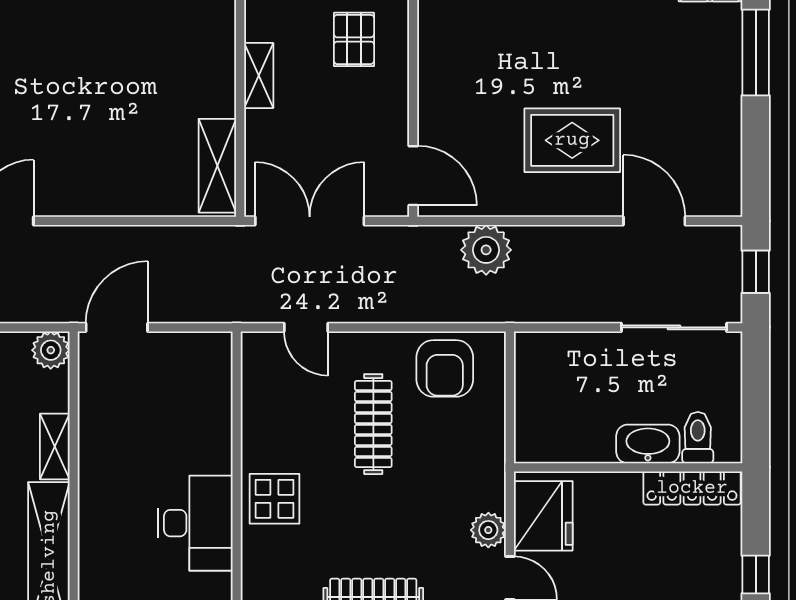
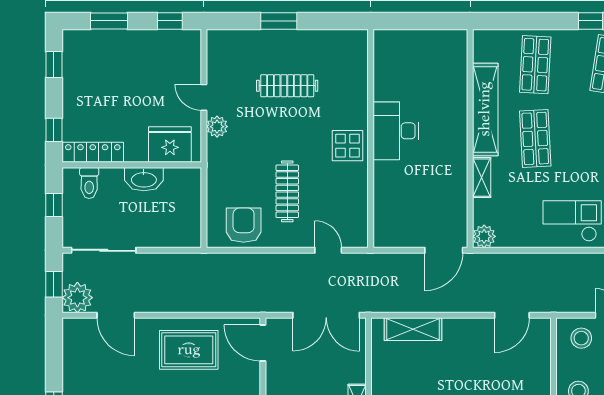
rug: (572, 140) -> (189, 350), moved
shelving: (217, 166) -> (413, 329), moved, turned 90
plant: (486, 250) -> (77, 298), moved
window: (756, 401) -> (54, 205), added
washbasin: (648, 444) -> (144, 179), moved
fridge: (543, 516) -> (170, 144), moved, turned 90
window: (756, 575) -> (54, 130), moved

